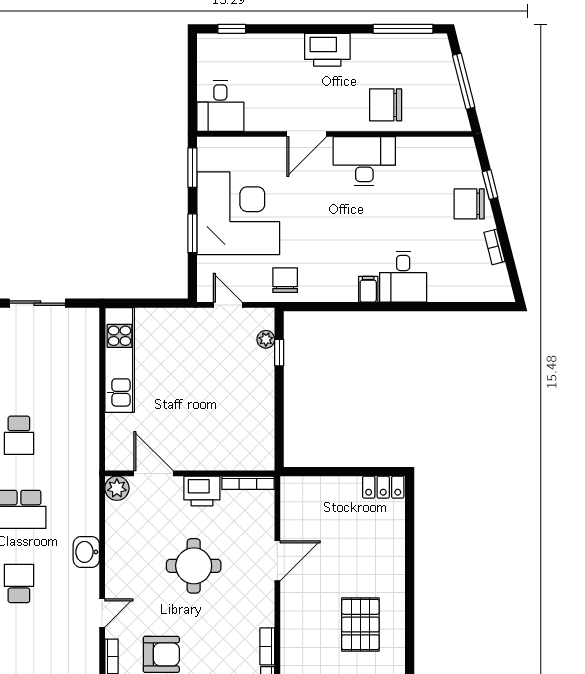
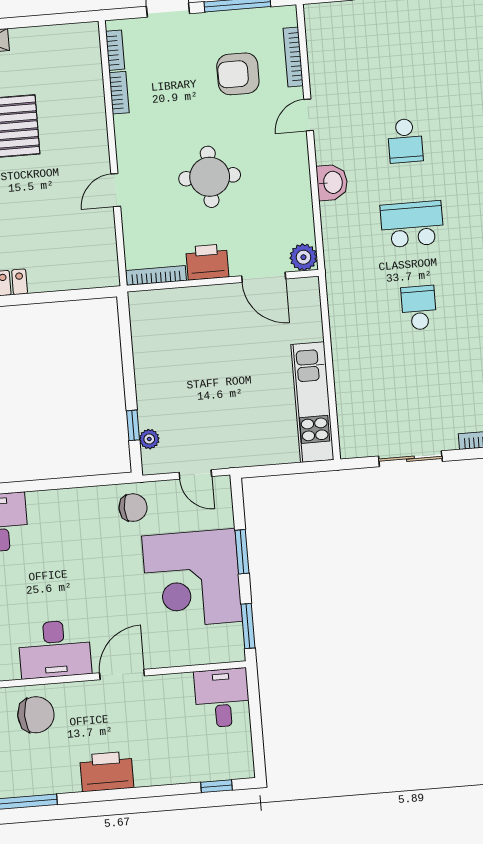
chair: (285, 280) -> (133, 508), turned -90
filing cabinet: (368, 289) -> (38, 505), removed
door: (277, 561) -> (116, 190), width x0.73

